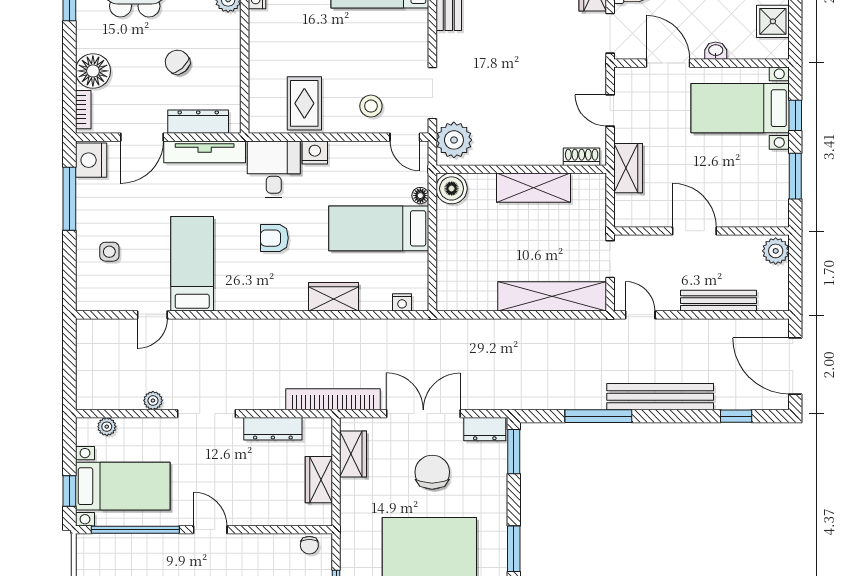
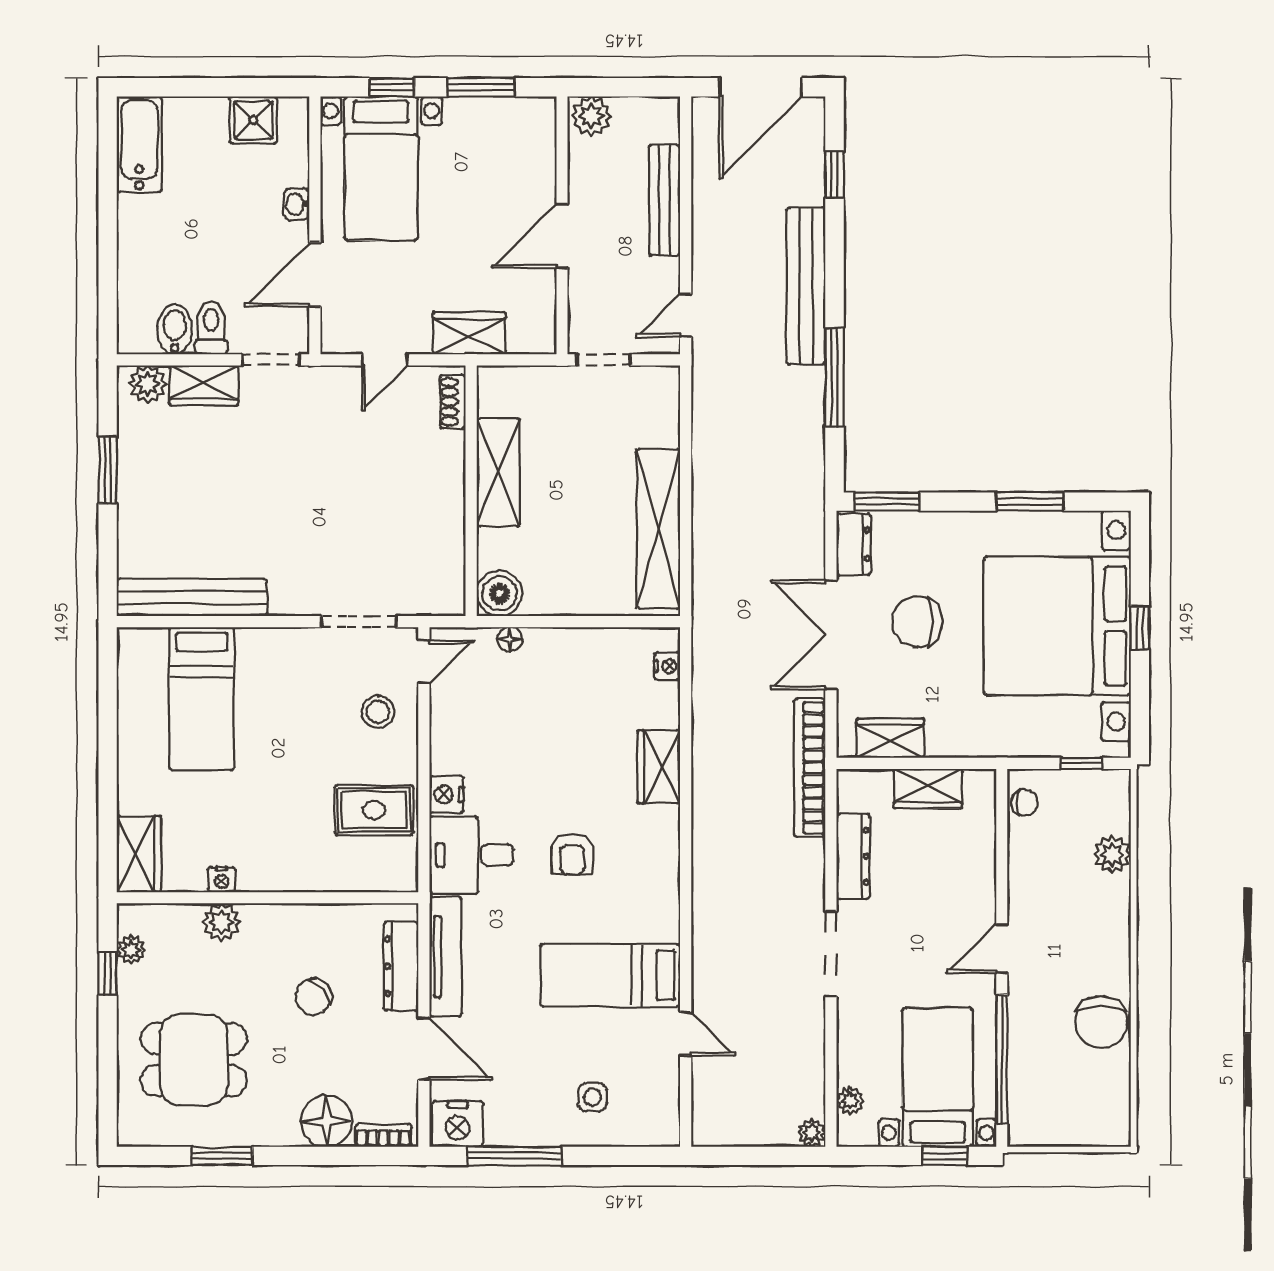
plant: (454, 140) -> (428, 590), removed
bed: (379, 228) -> (558, 700), removed
shelving: (552, 296) -> (658, 529), moved
plant: (153, 401) -> (812, 1133), moved

